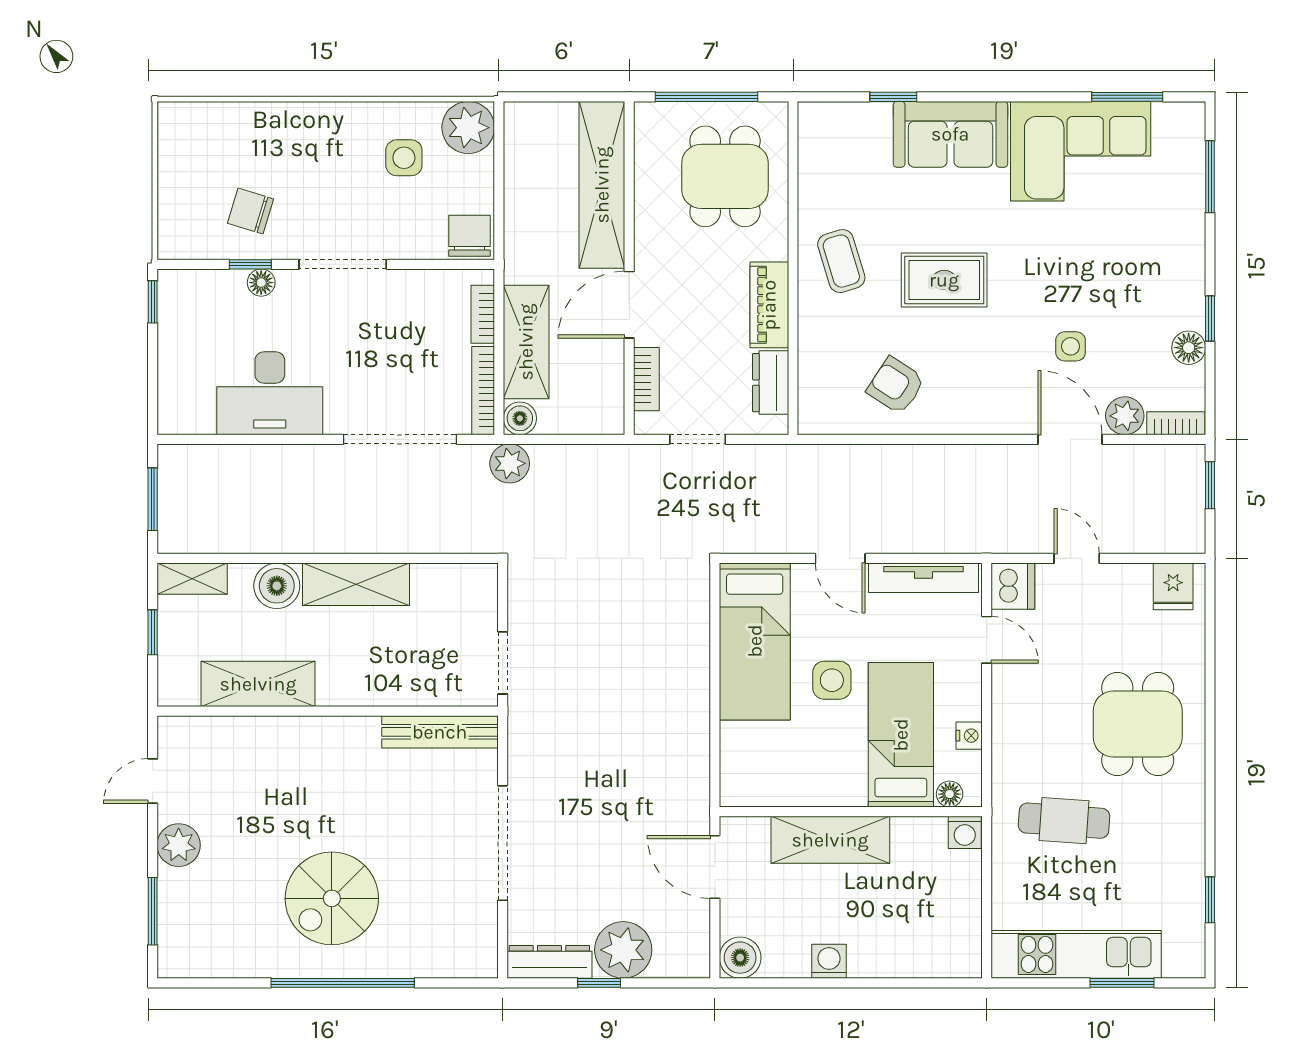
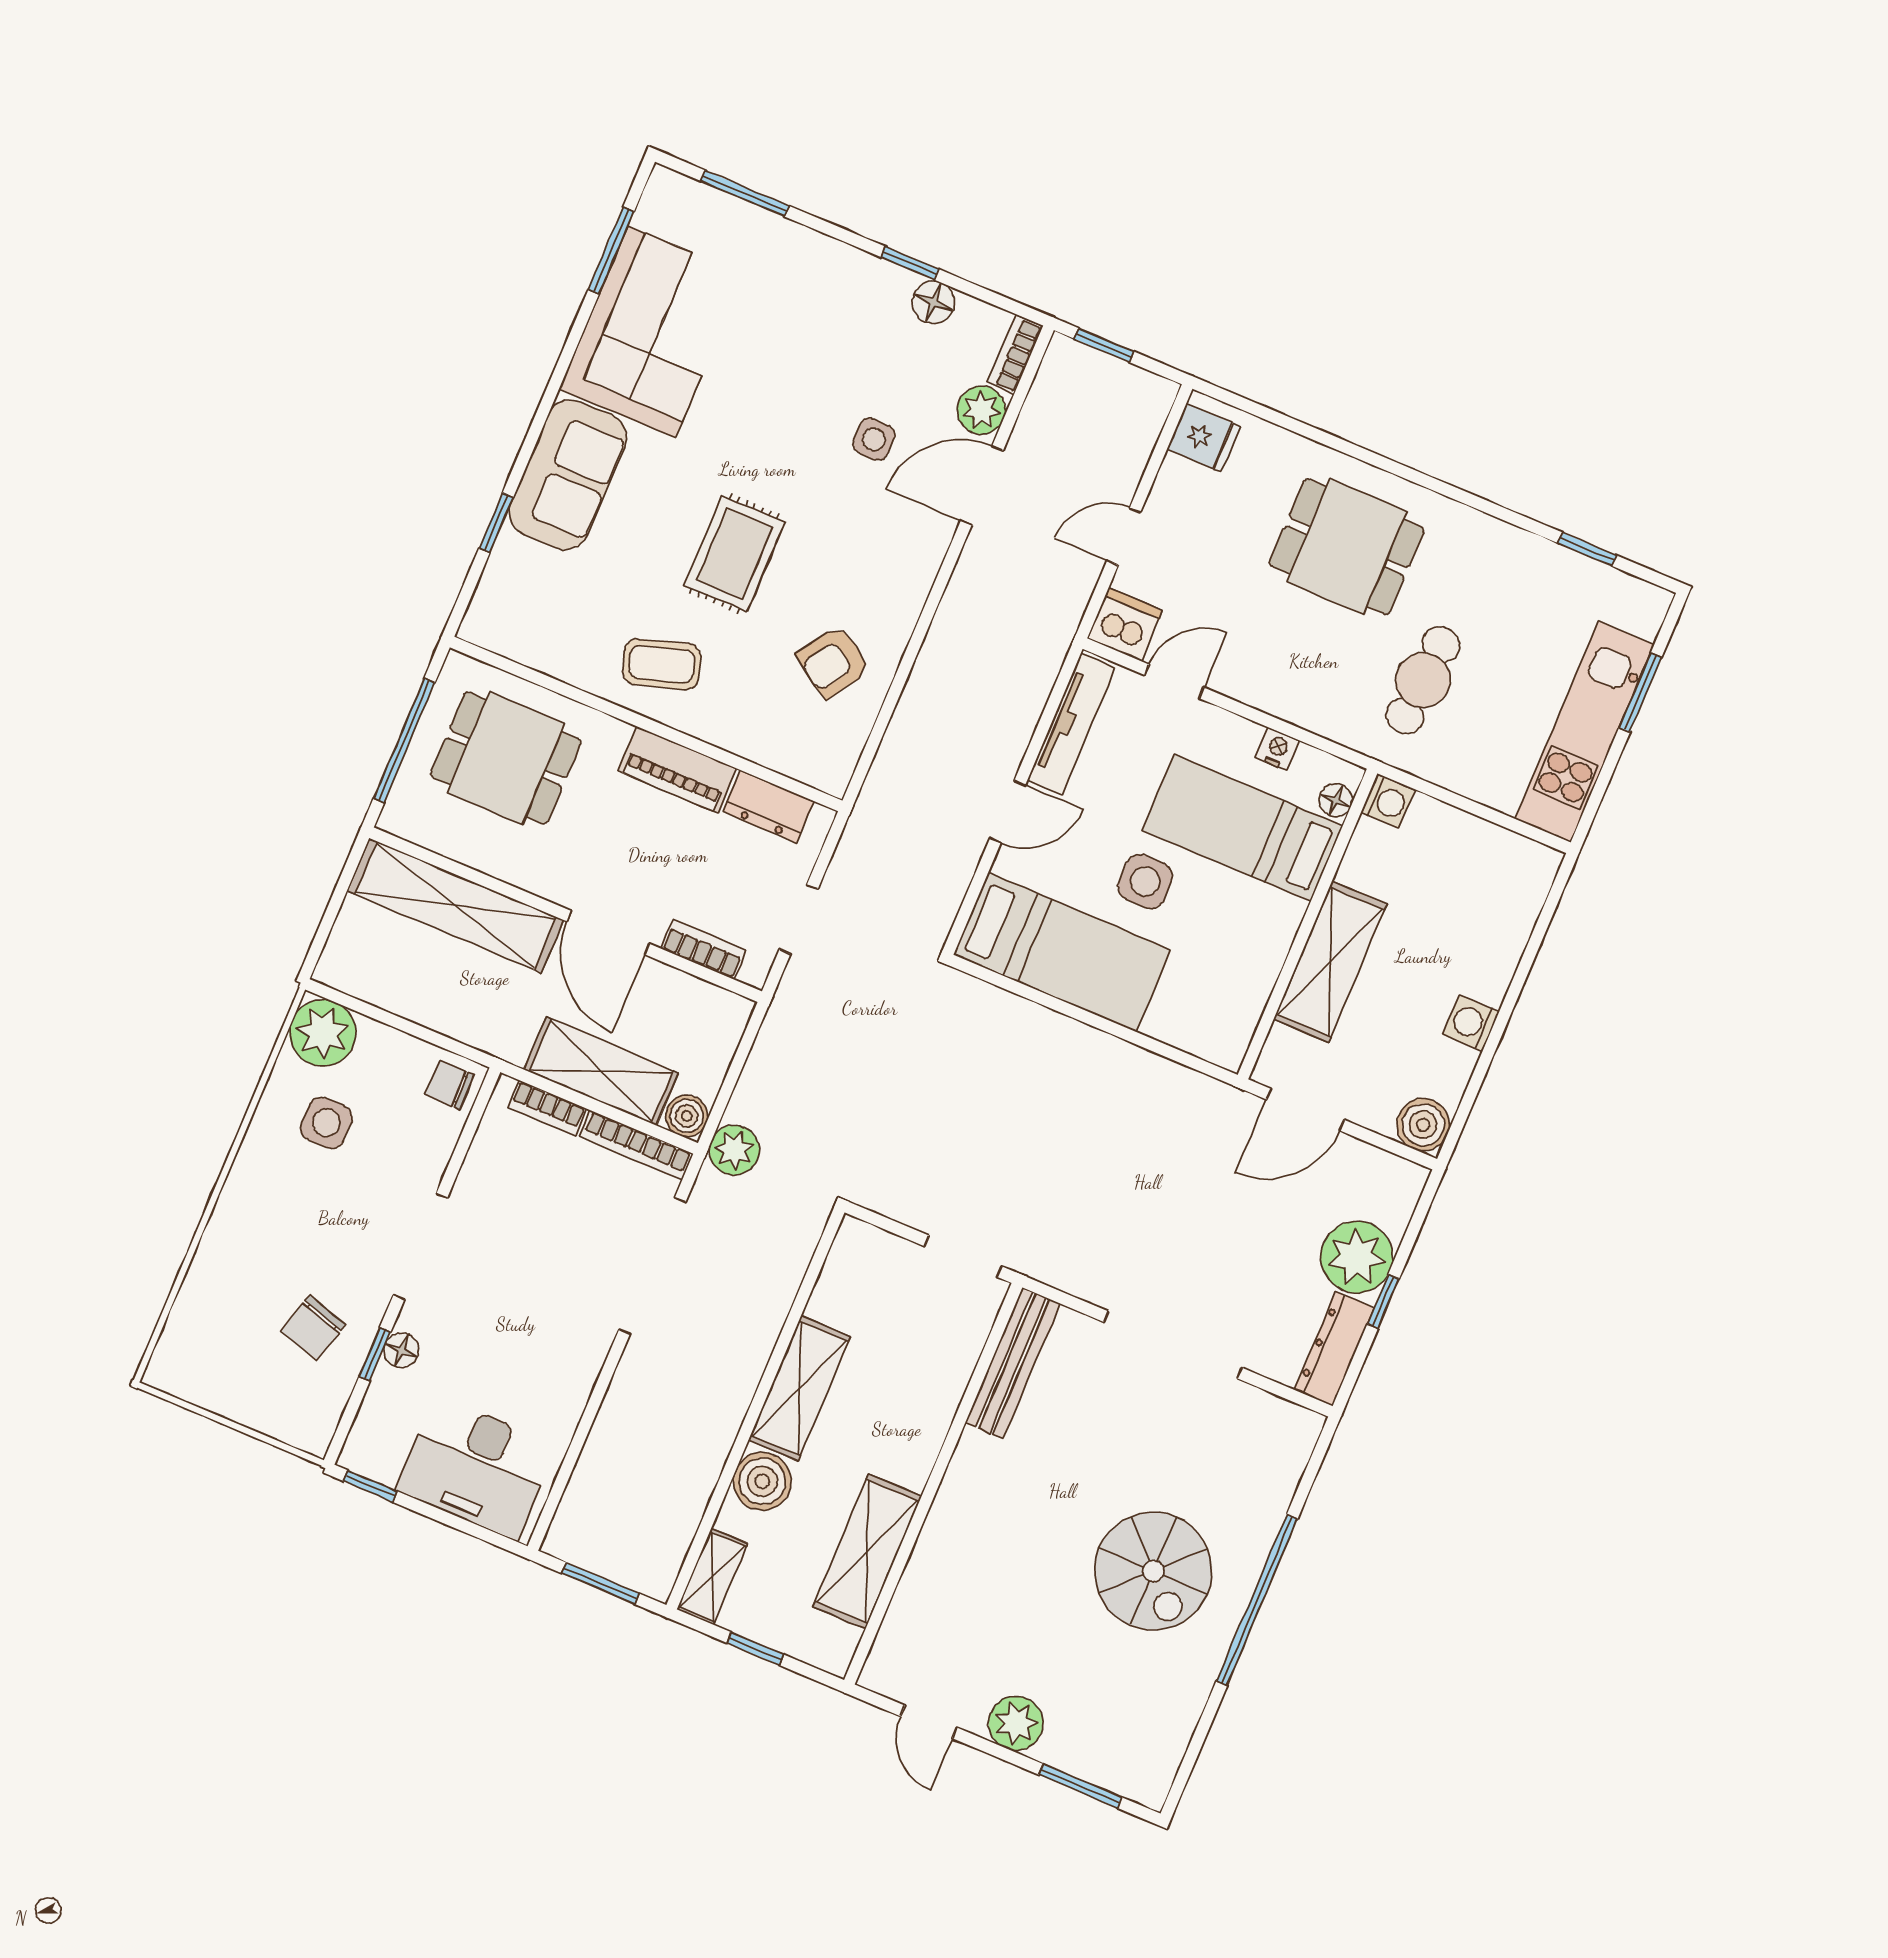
chair: (470, 236) -> (449, 1085), width x0.73, depth x0.73
desk: (270, 393) -> (476, 1468), moved, turned 90

